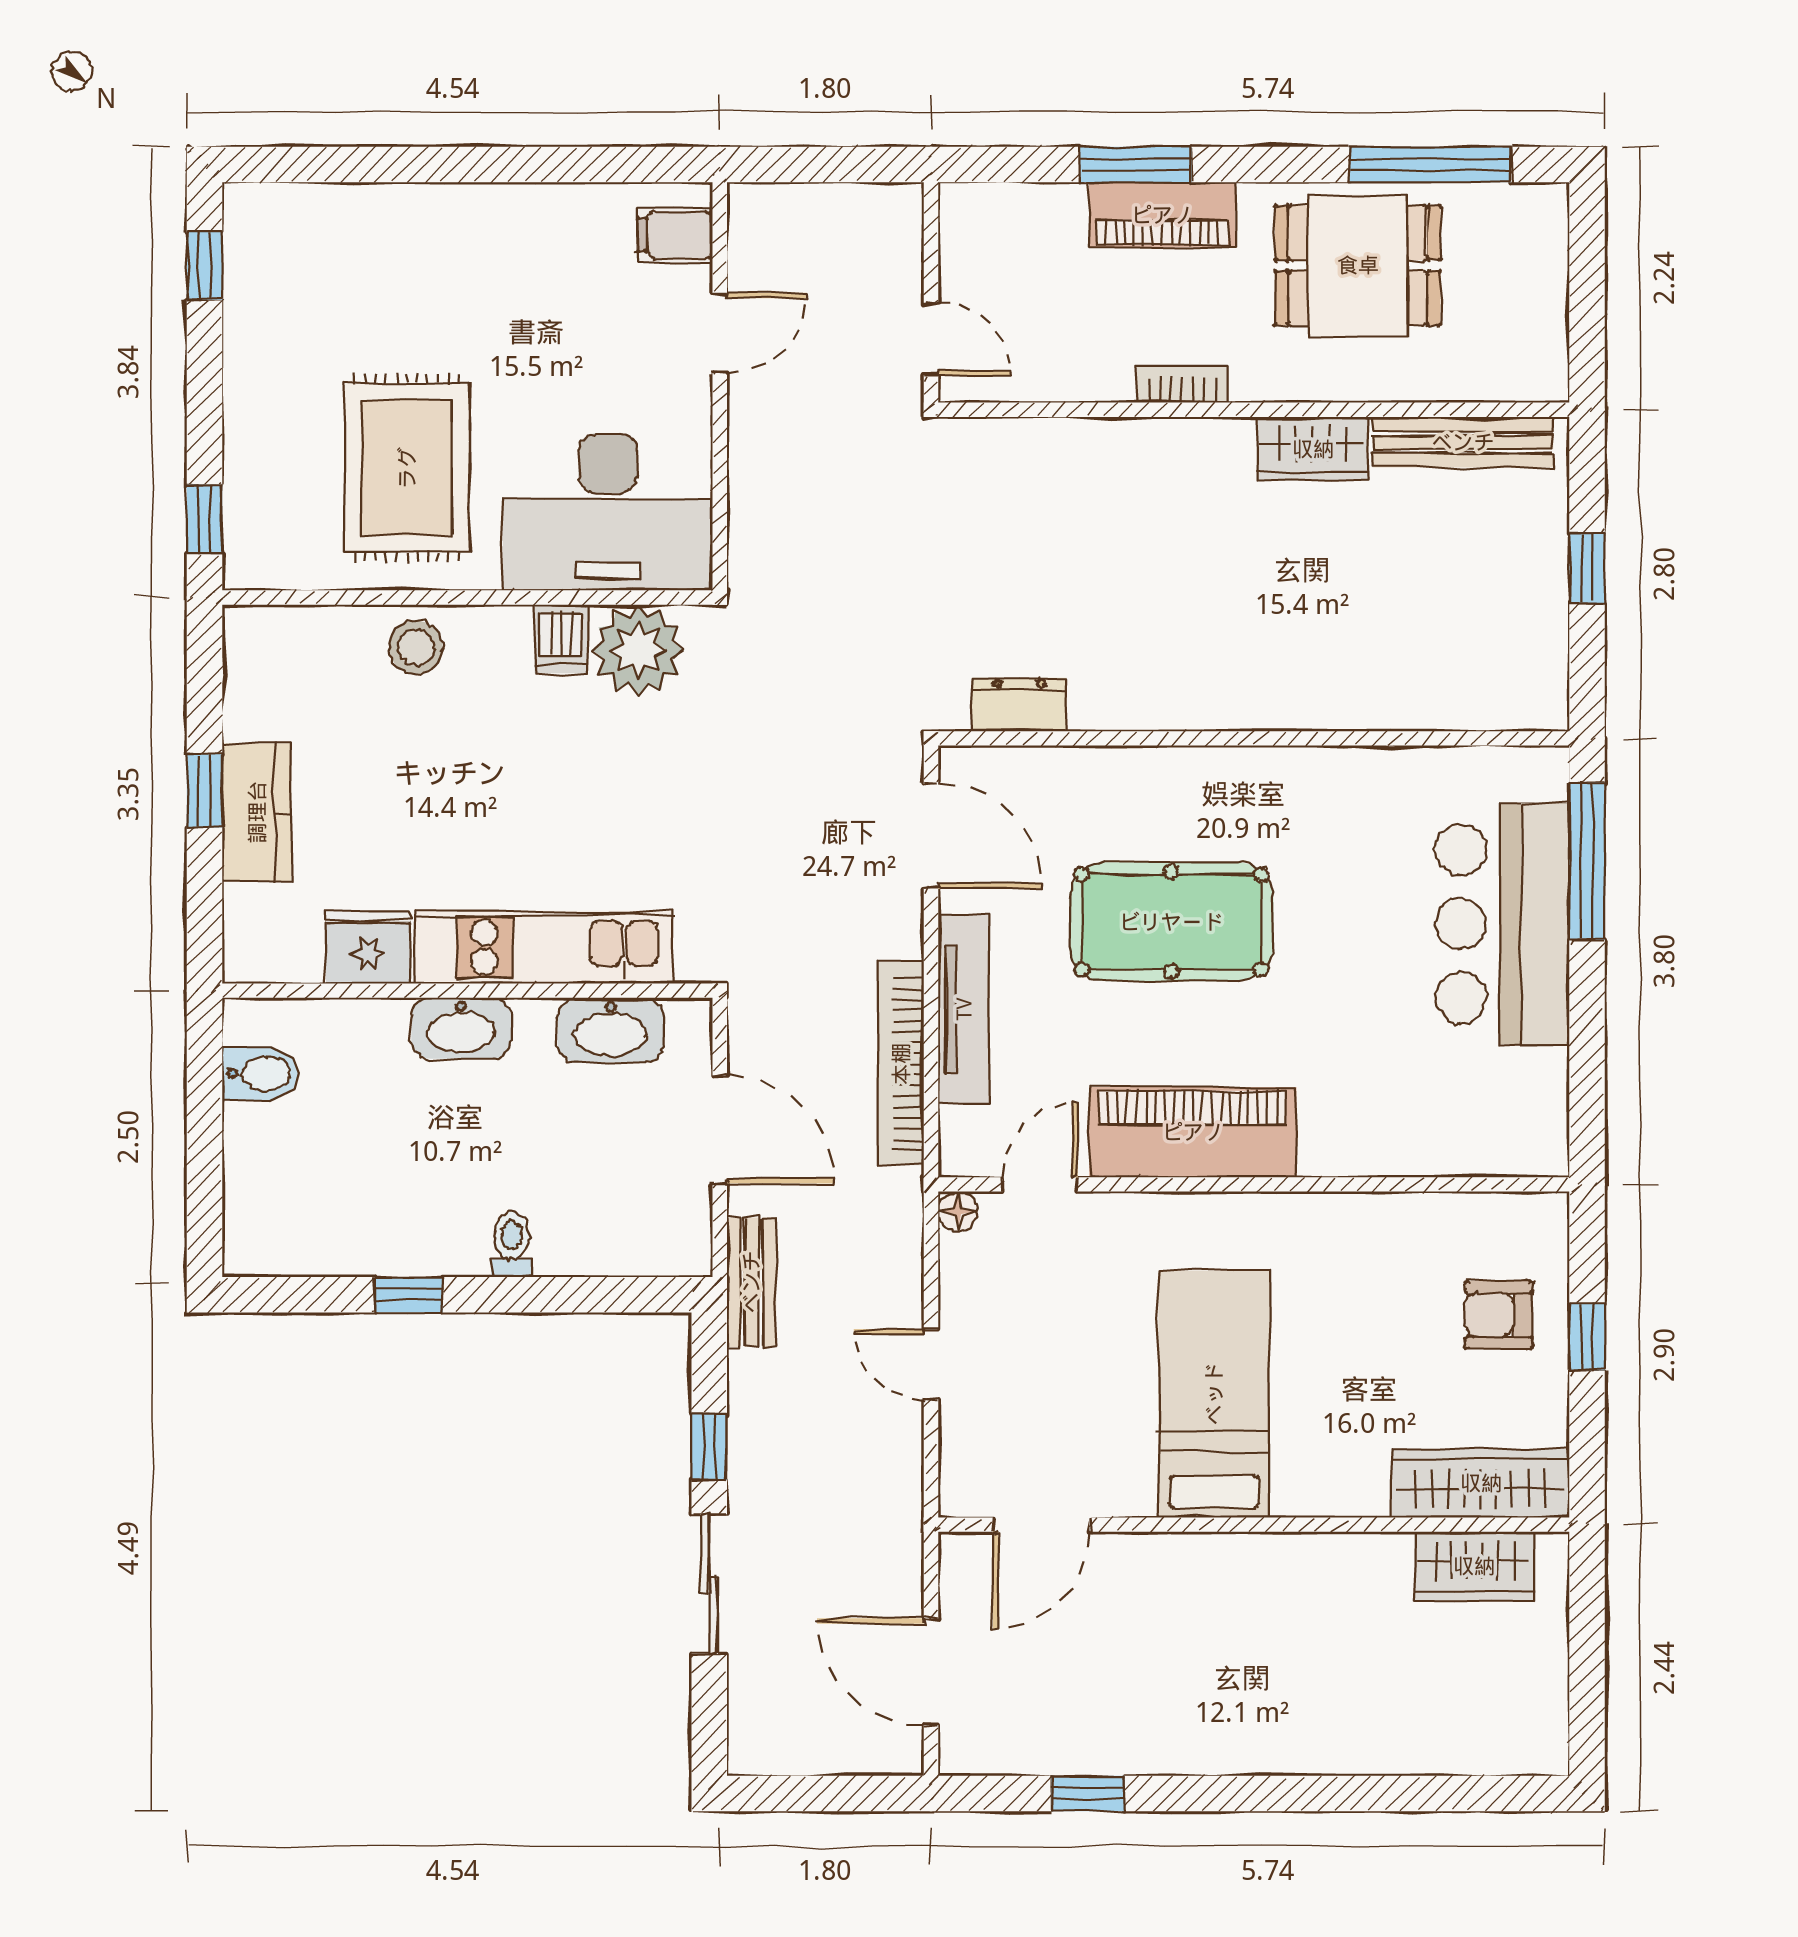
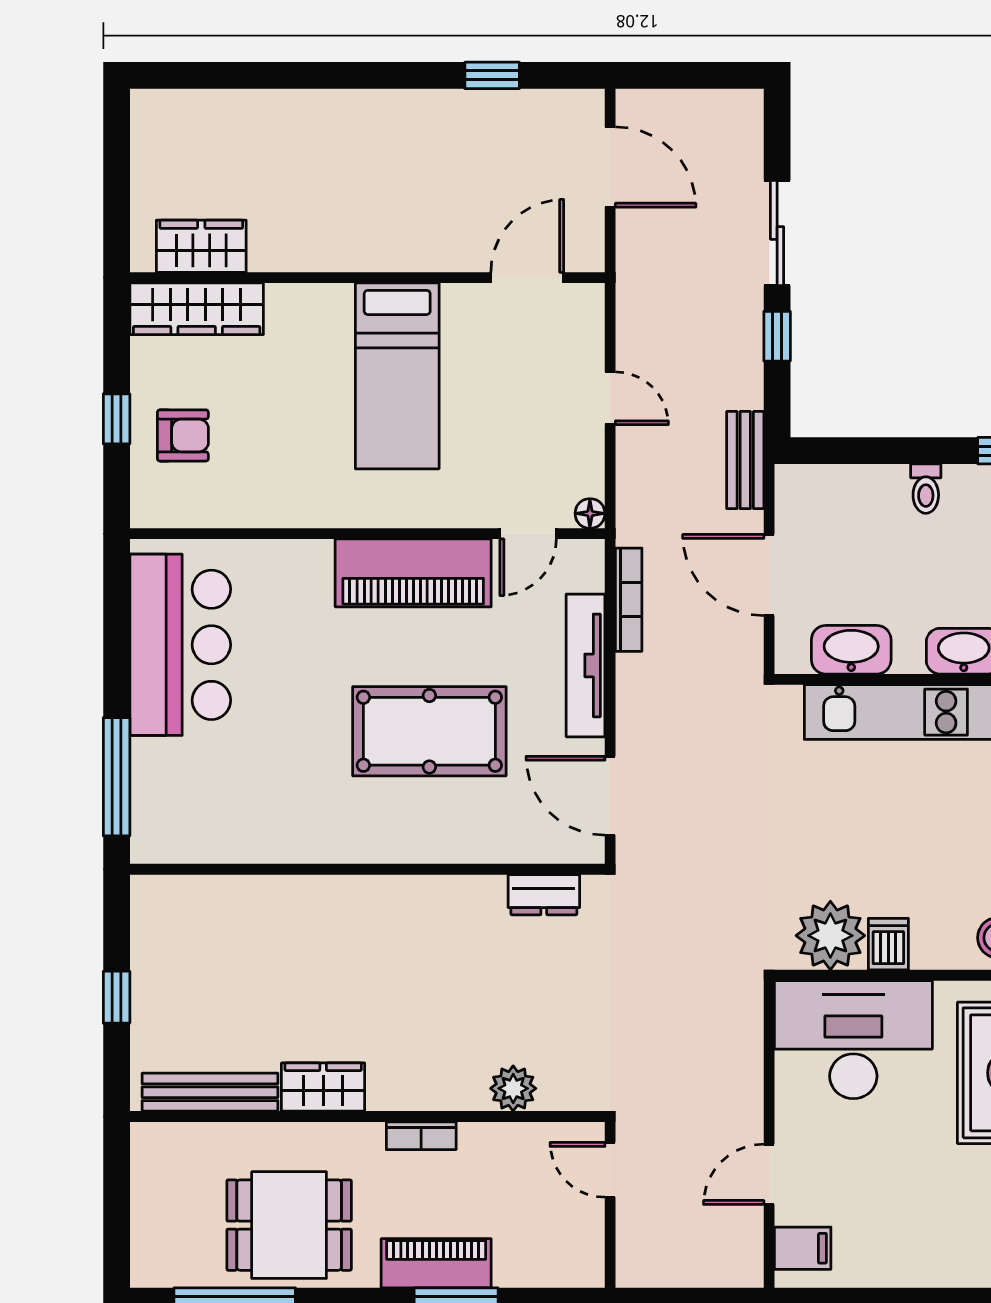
plant: (1060, 447) -> (513, 1088), added
bar counter: (1502, 924) -> (180, 645), moved
bookcase: (901, 1064) -> (629, 600), width x0.68, depth x0.76

